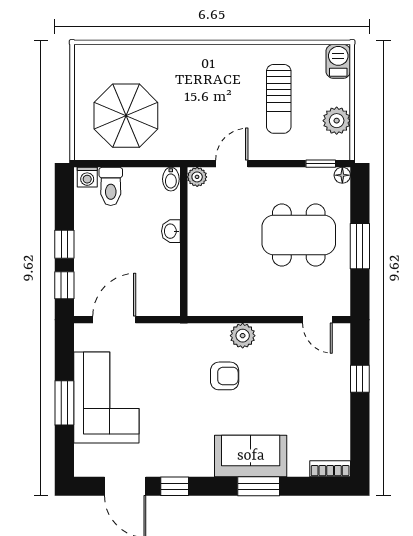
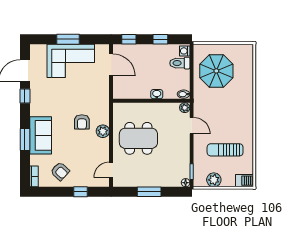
dining table: (299, 235) -> (138, 138), moved, turned 90
window: (64, 244) -> (160, 39), moved
armchair: (320, 418) -> (60, 171), added

